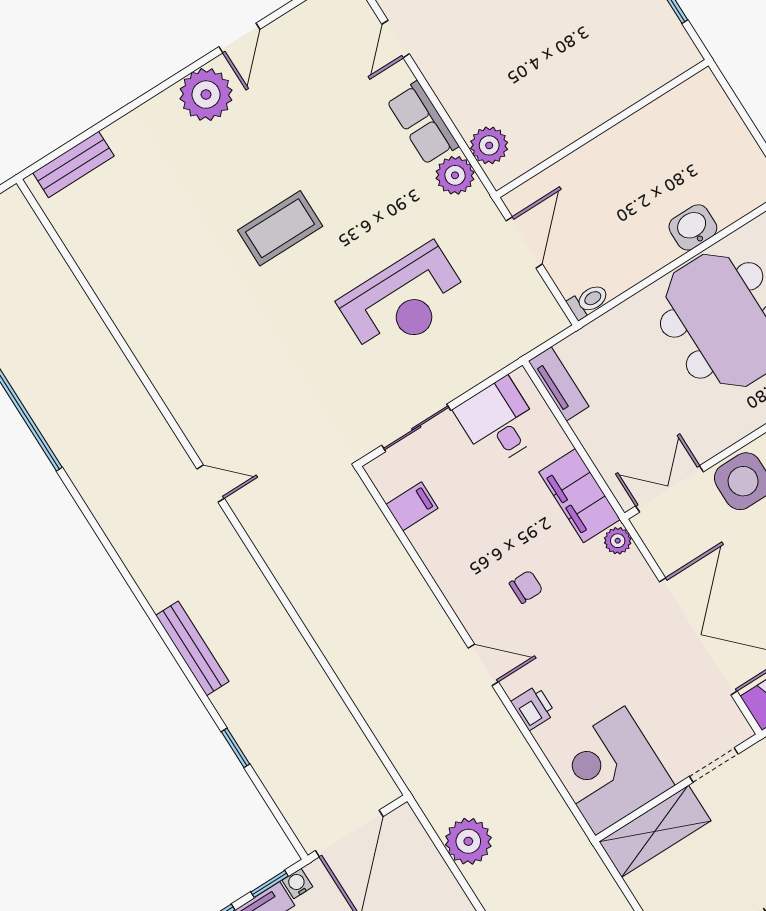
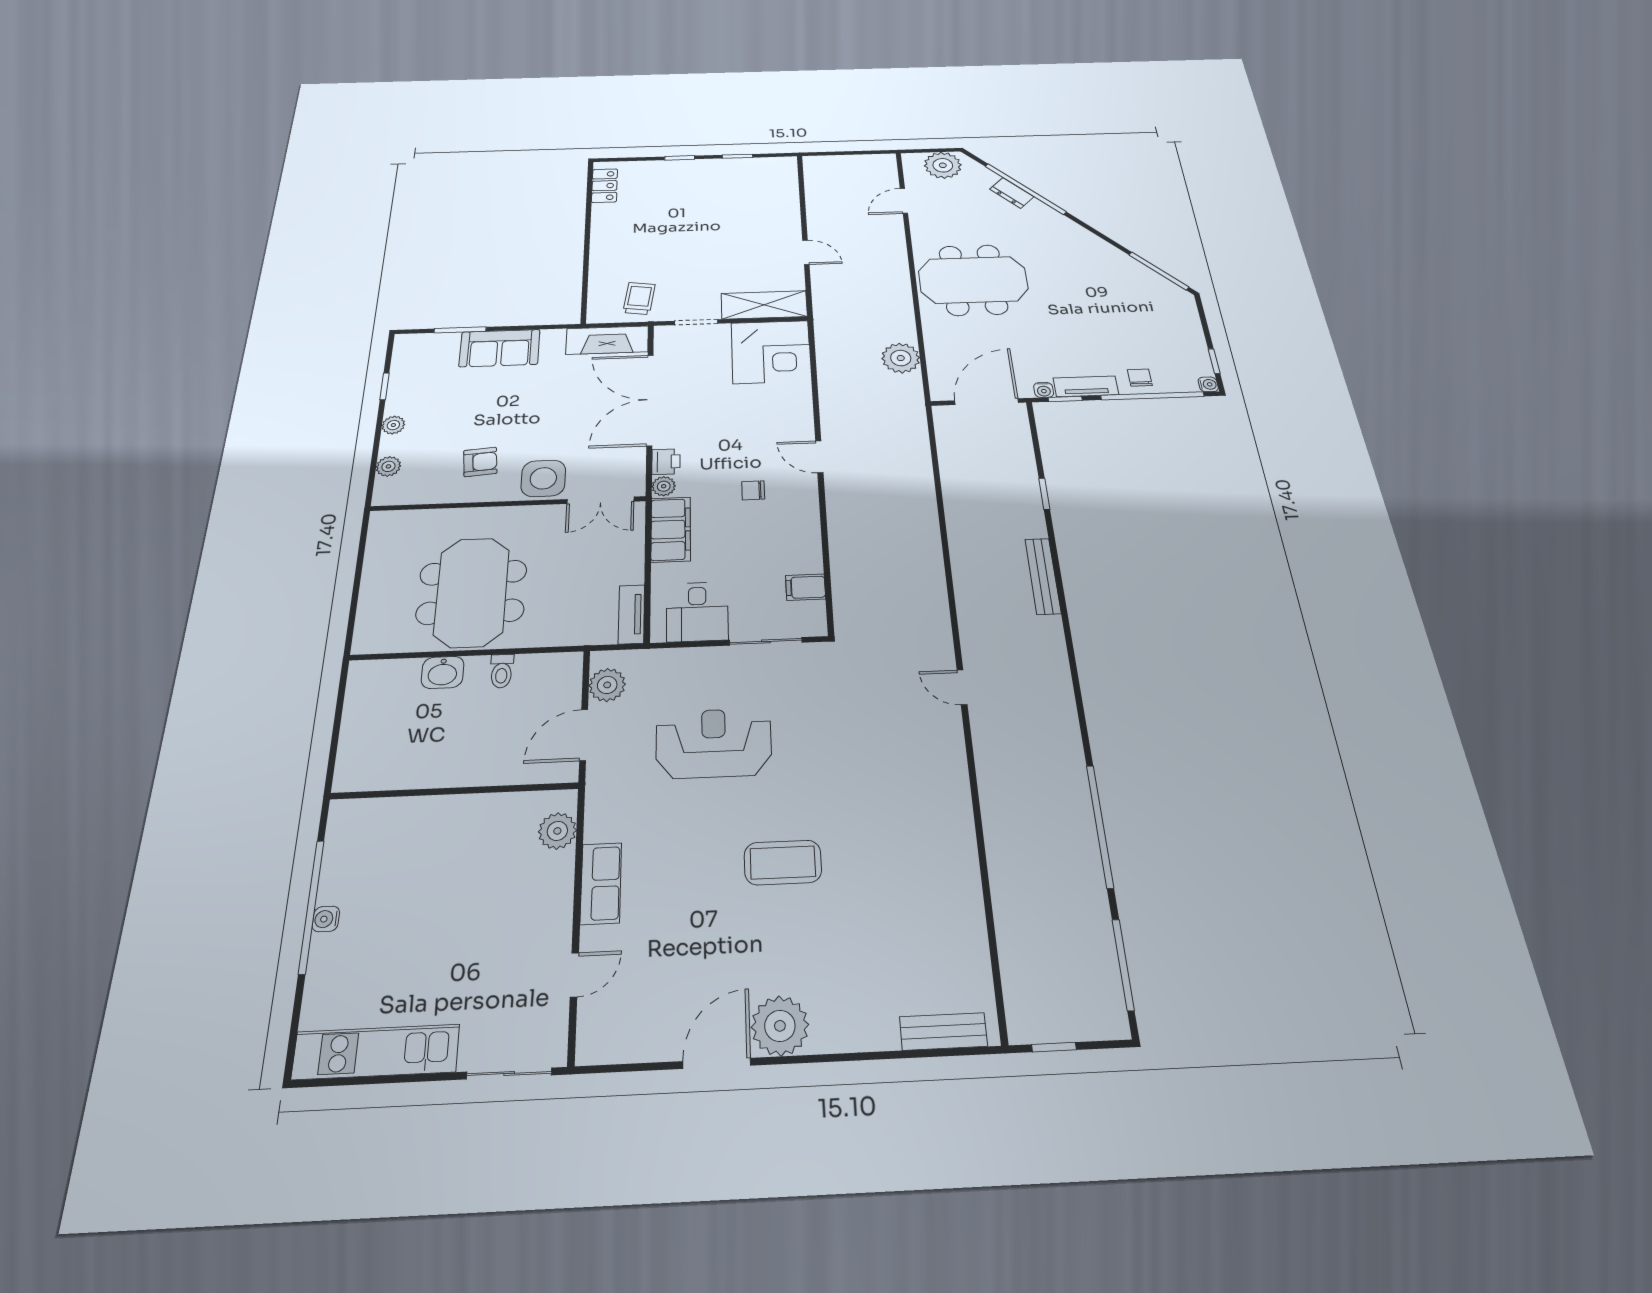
door: (239, 38) -> (717, 1063), width x1.38
plant: (455, 175) -> (607, 685), moved
toilet: (588, 301) -> (502, 671), moved, turned -90
printer: (533, 708) -> (666, 462), moved, turned 180

